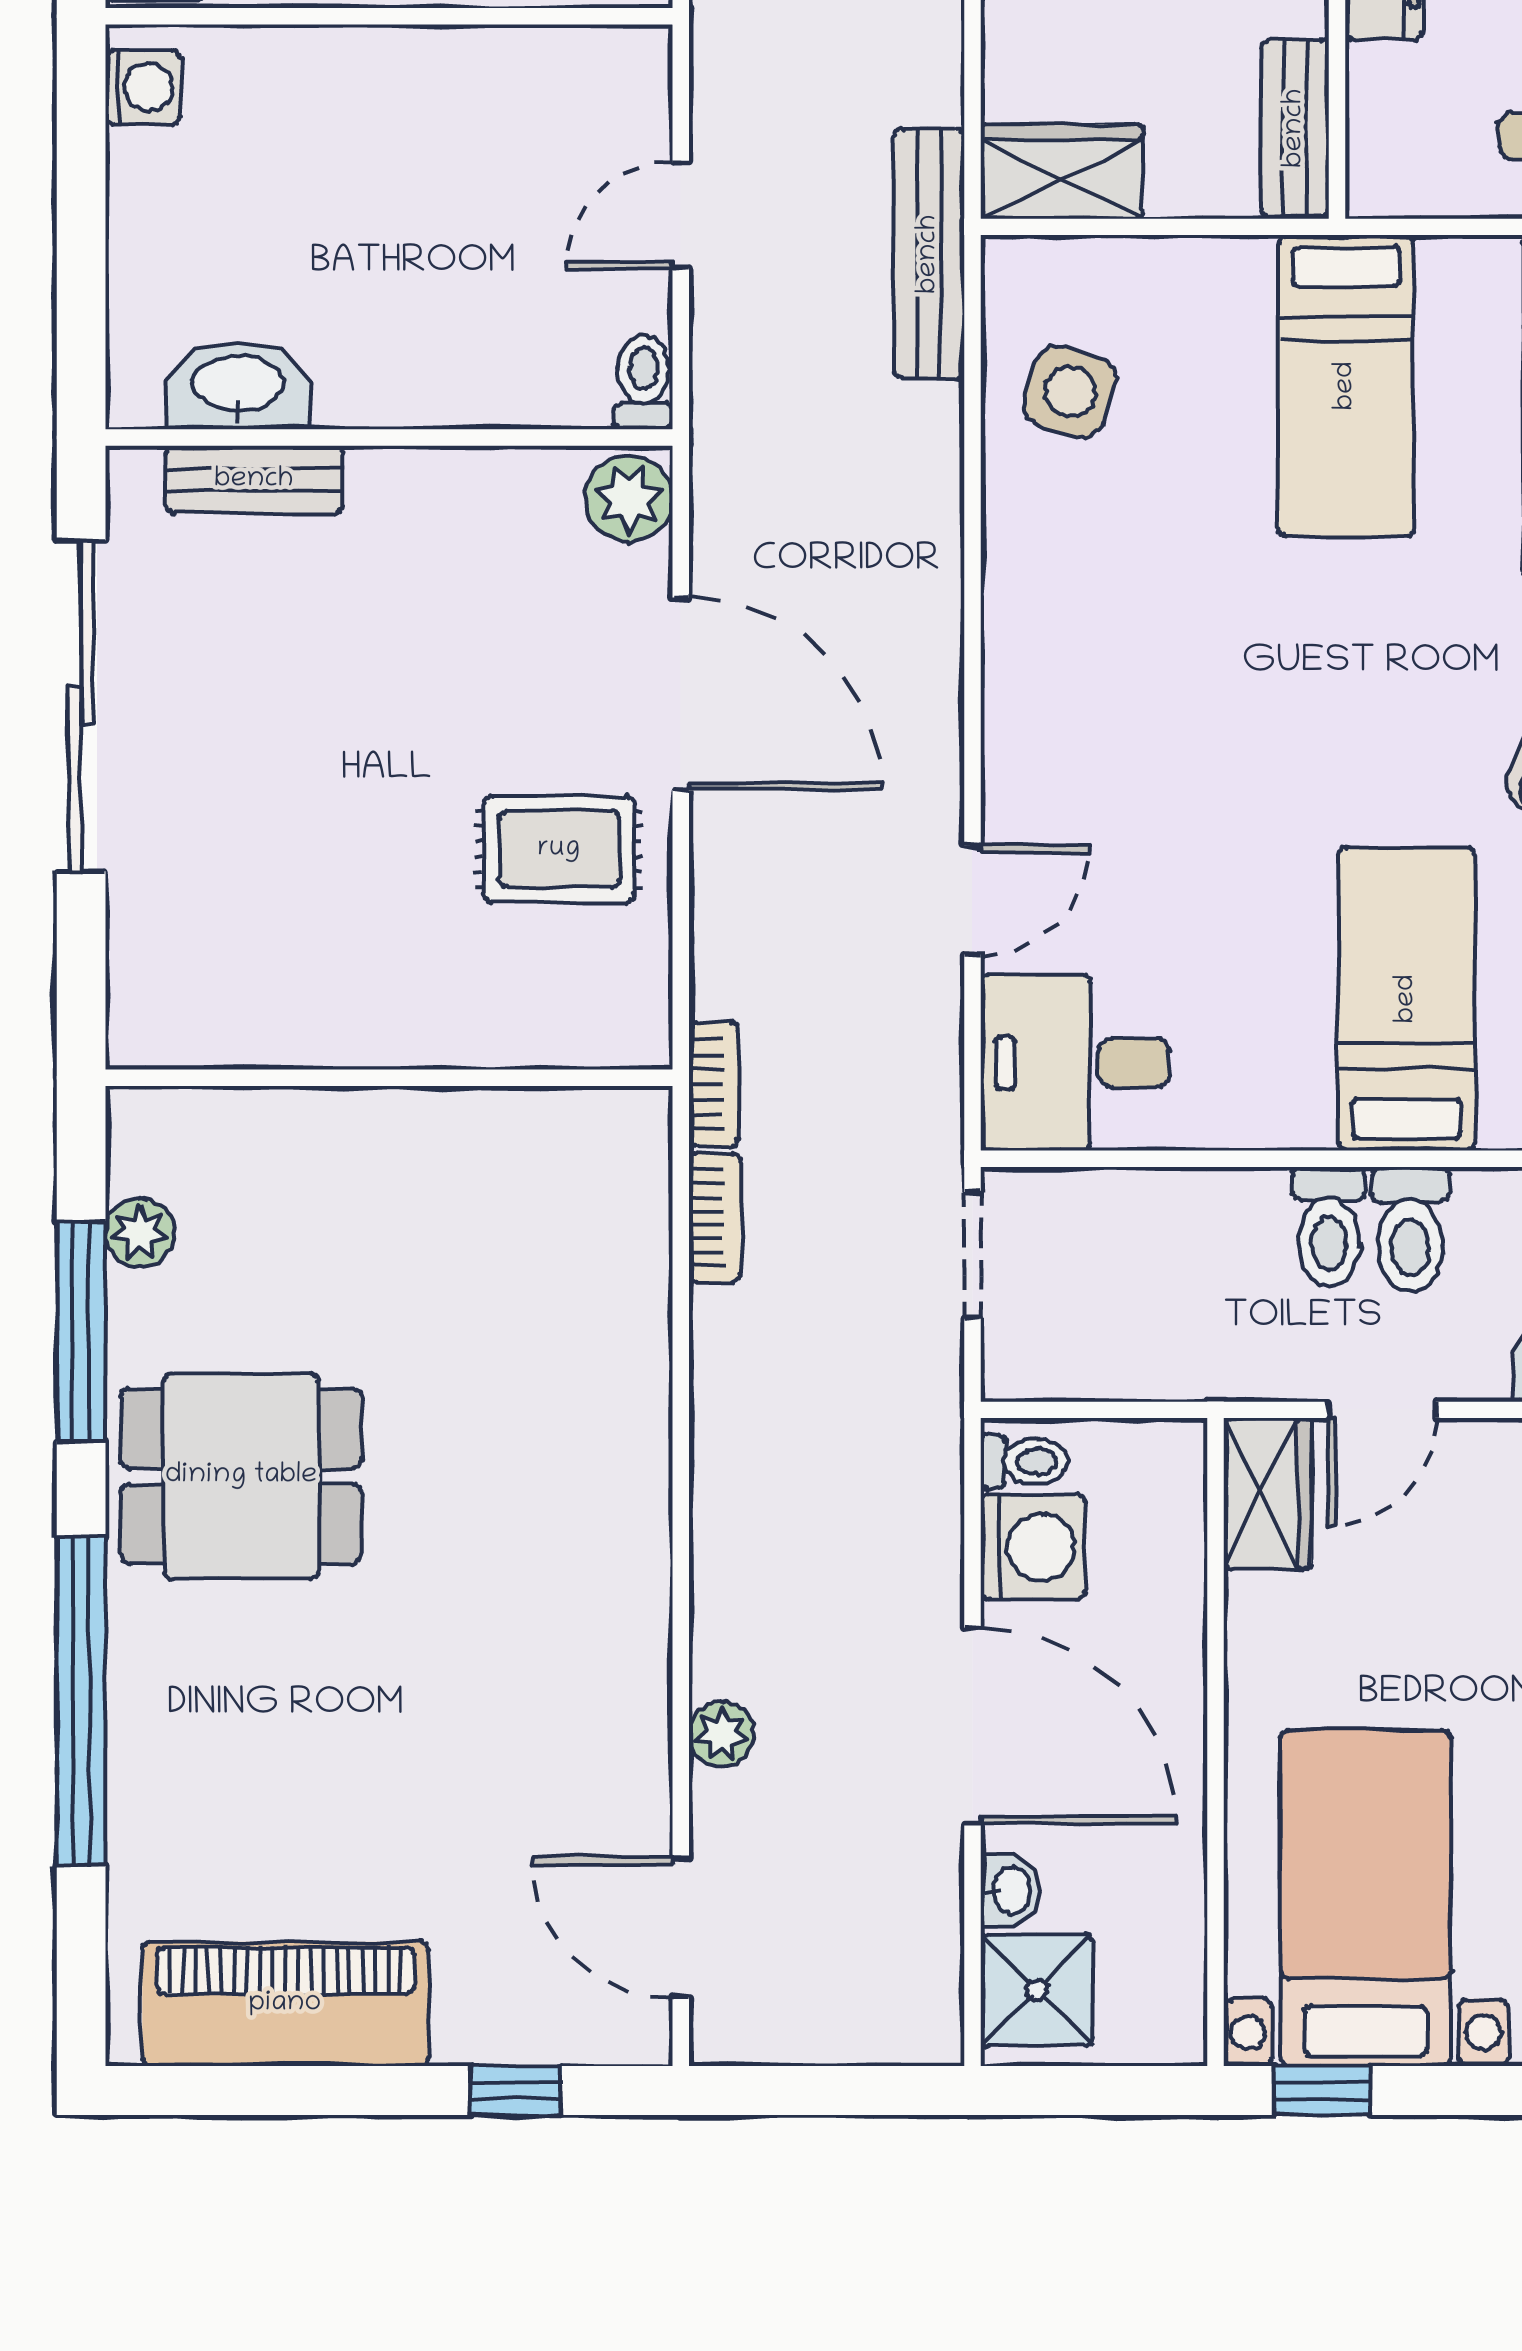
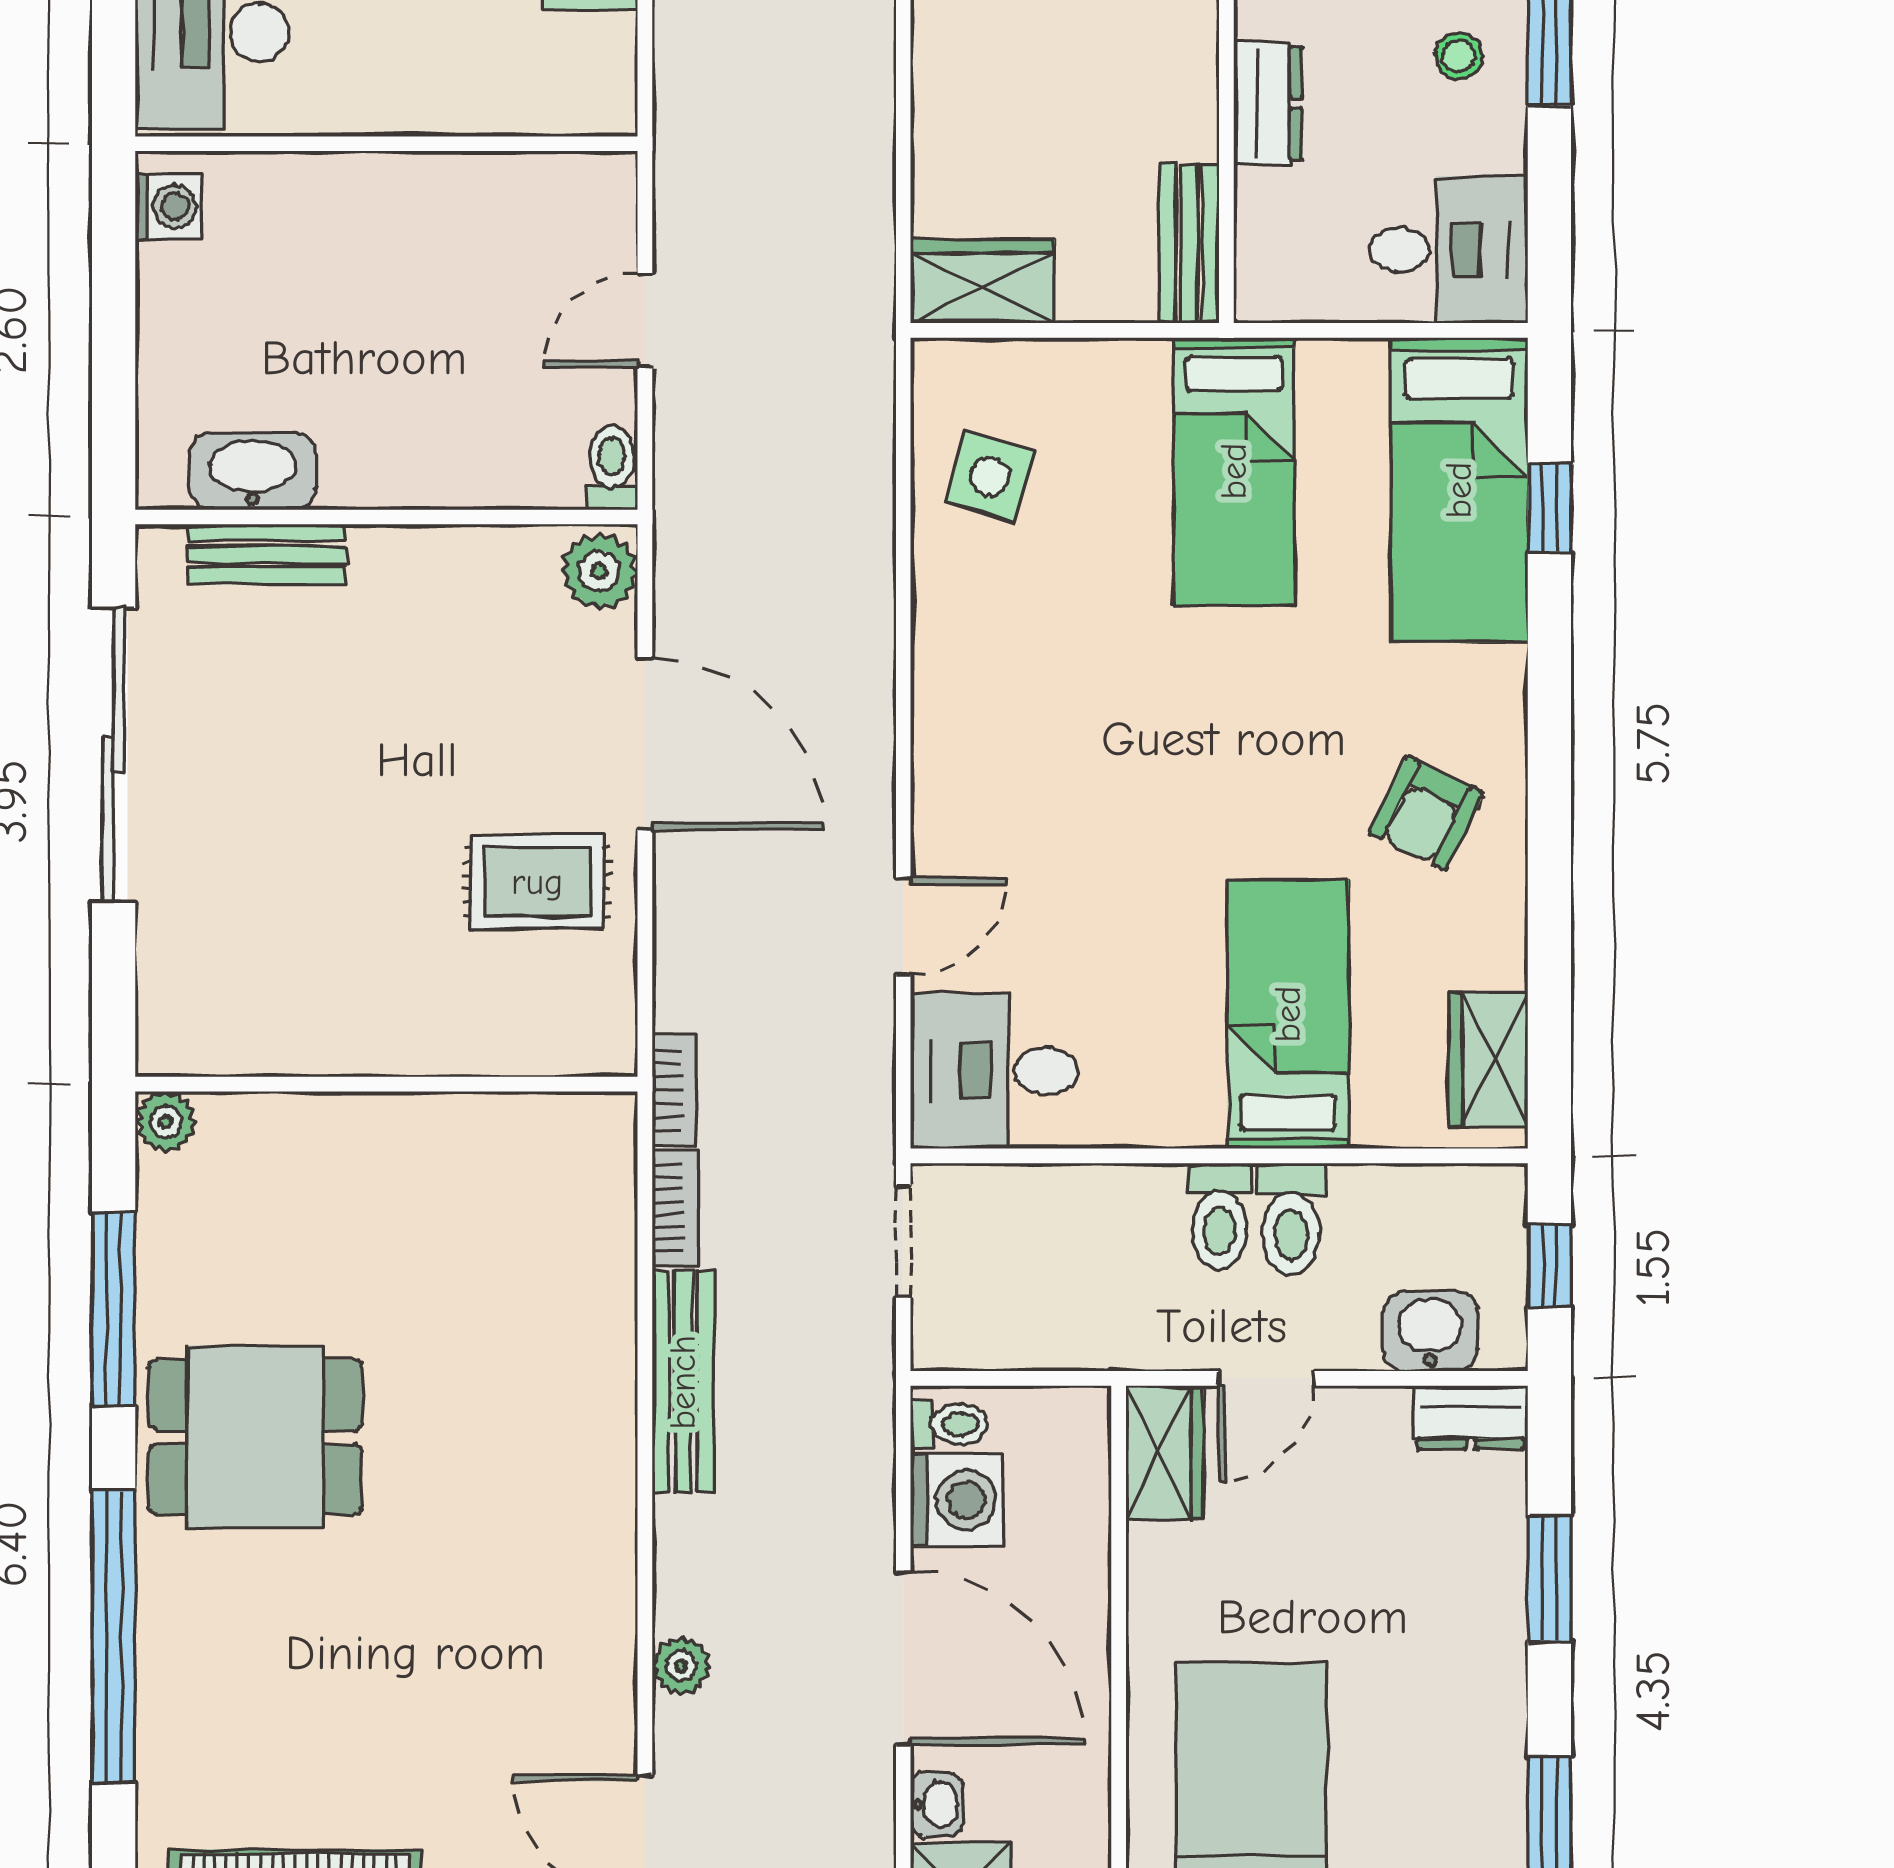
bench: (929, 254) -> (683, 1382), moved
plant: (140, 1232) -> (166, 1122), moved

